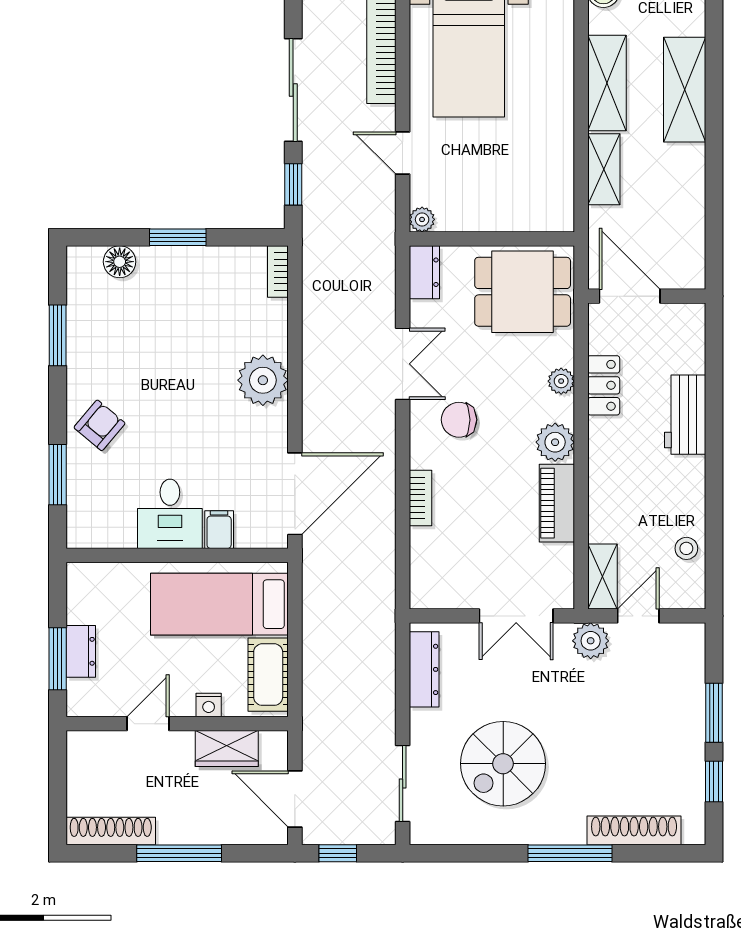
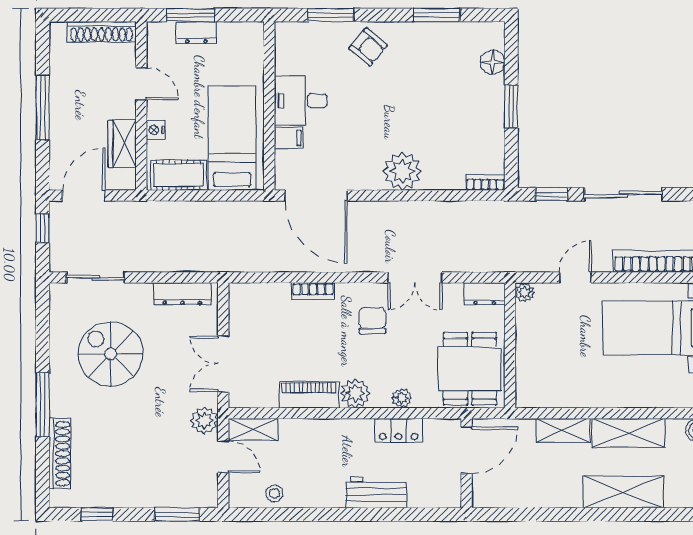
window: (714, 713) -> (177, 514), moved
shoe rack: (111, 831) -> (101, 32), moved, turned 90

